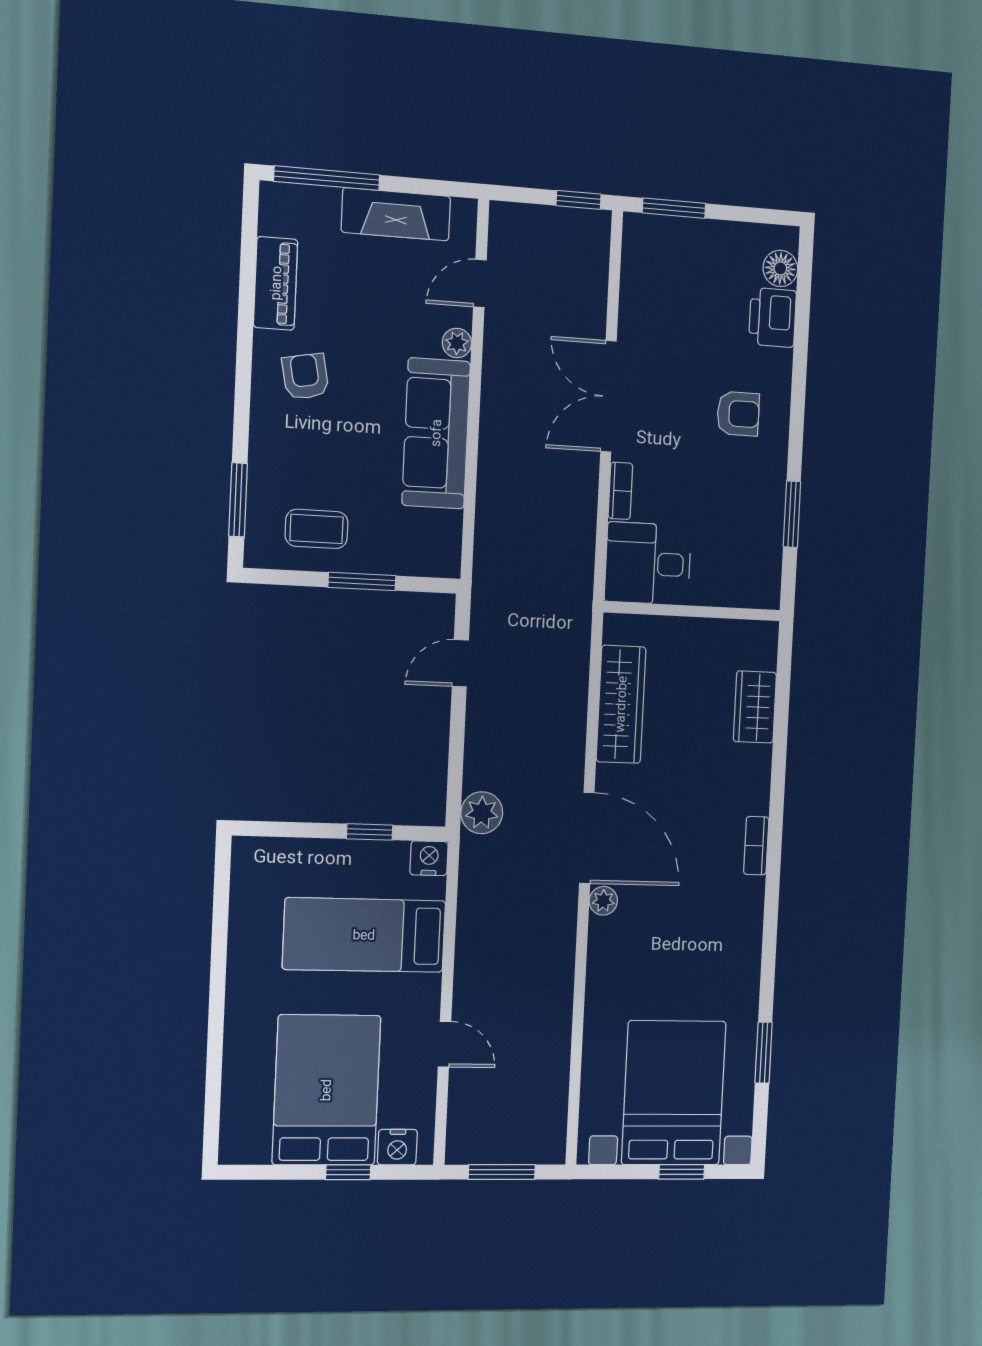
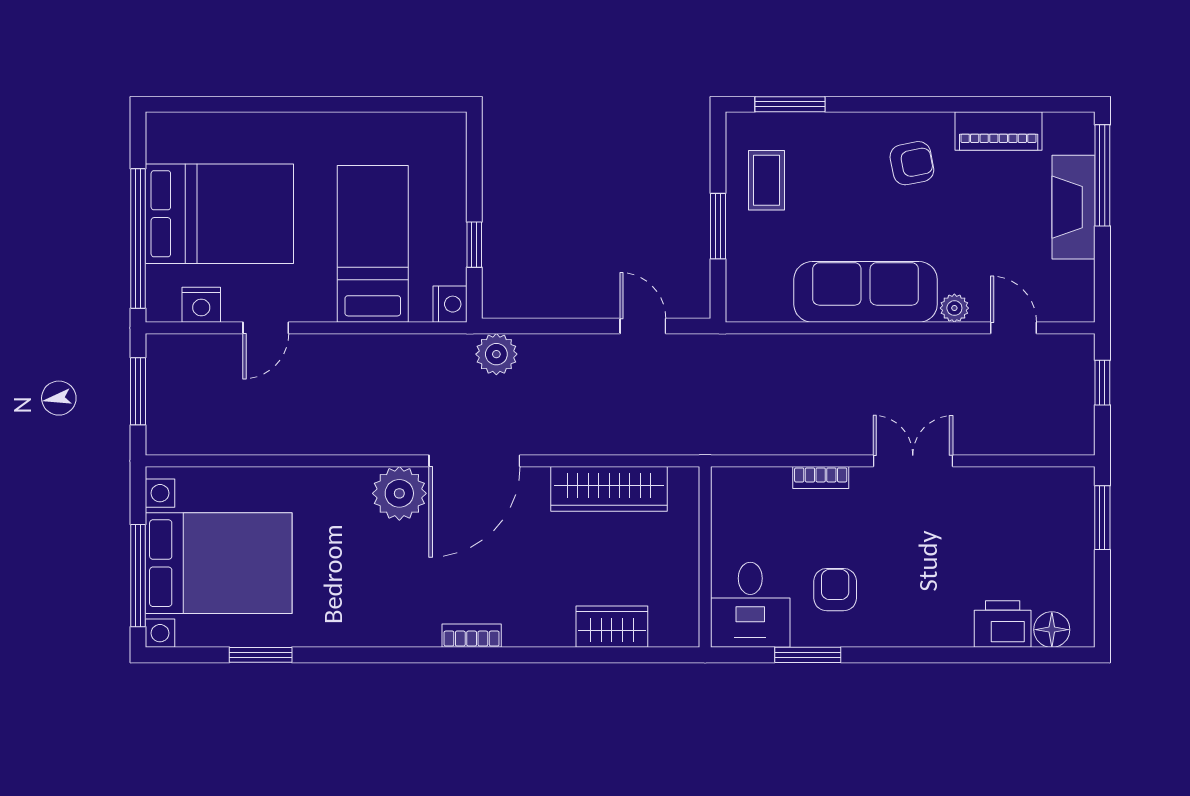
window: (578, 200) -> (1102, 383), moved
fireplace: (396, 214) -> (1074, 207), moved
double door: (608, 396) -> (913, 461), width x0.73
armchair: (738, 414) -> (835, 590), moved, turned 180
desk: (648, 564) -> (750, 605), moved, turned 180
plant: (603, 901) -> (399, 493), width x1.87, depth x1.87
nightstand: (397, 1147) -> (201, 305), moved, turned -90
window: (348, 1172) -> (138, 239), width x3.17
window: (682, 1172) -> (138, 576), width x2.17

